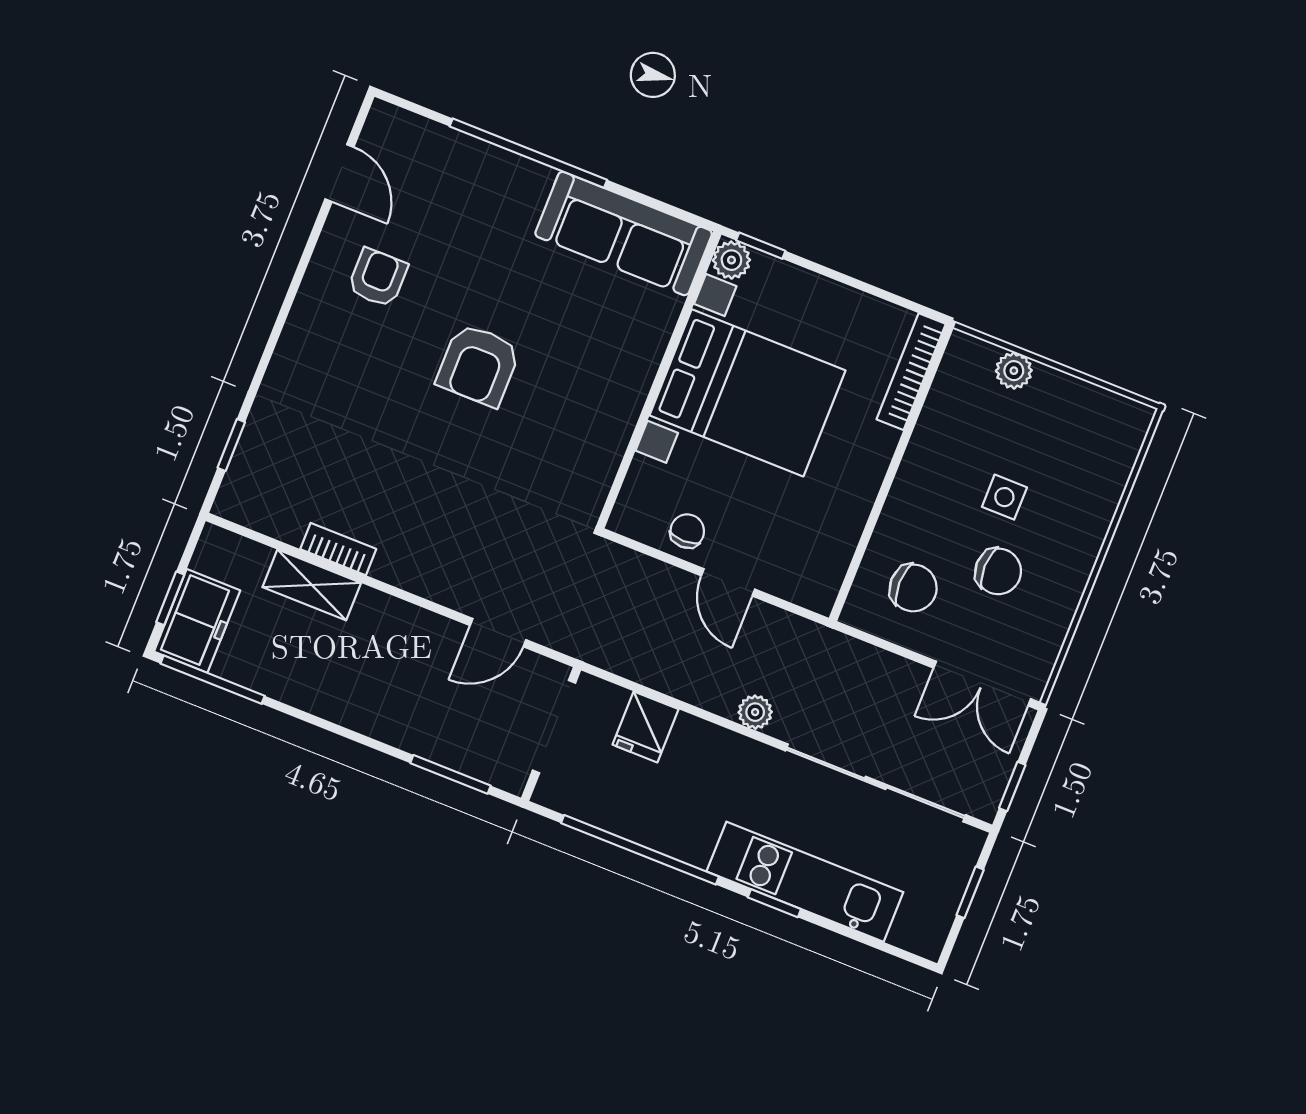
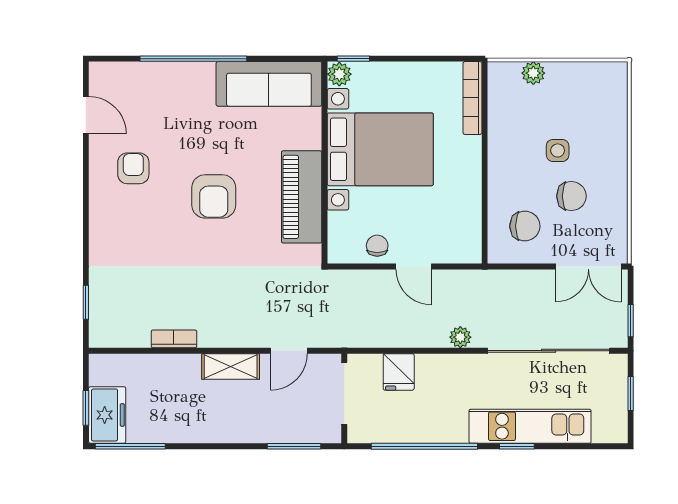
piano: (606, 417) -> (302, 197), added
shelving: (312, 585) -> (231, 367), moved

